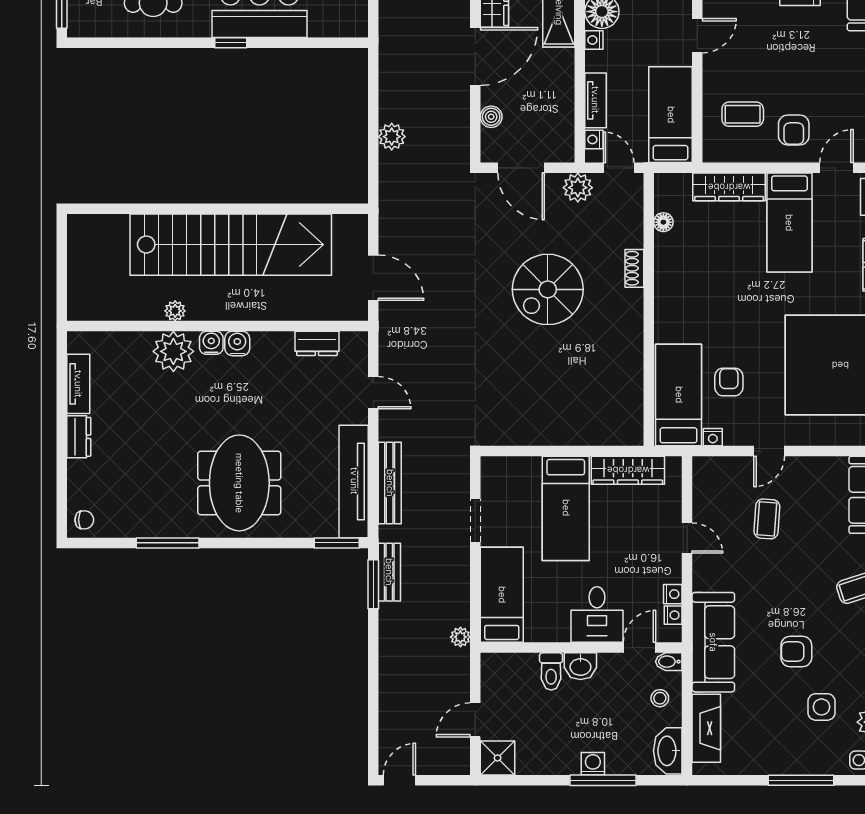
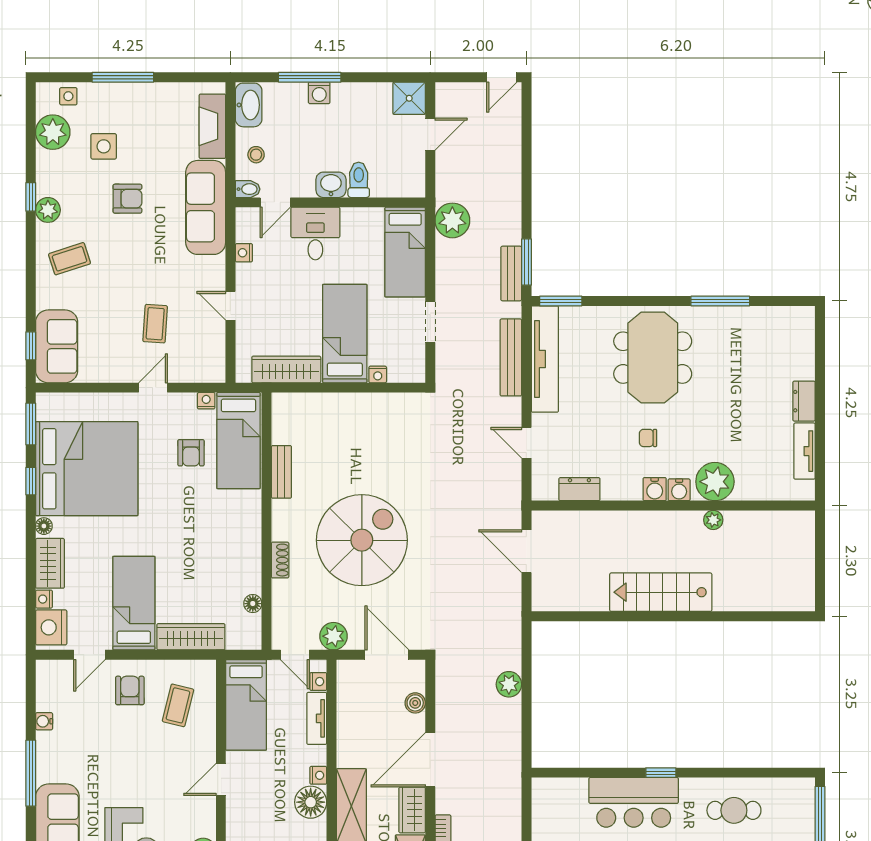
coffee table: (743, 114) -> (178, 705), turned -76
stairs: (231, 245) -> (661, 592), width x0.54, depth x0.66
spiral stairs: (548, 289) -> (362, 540), width x1.37, depth x1.37
bench: (633, 362) -> (281, 472), added
chair: (84, 520) -> (648, 438), moved
nightstand: (673, 615) -> (378, 375), moved, turned -90
plant: (460, 637) -> (452, 220), width x1.88, depth x1.88

